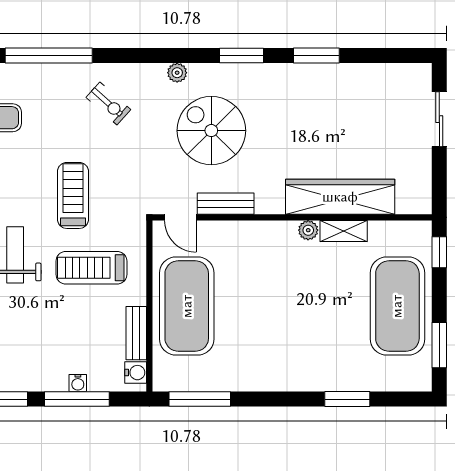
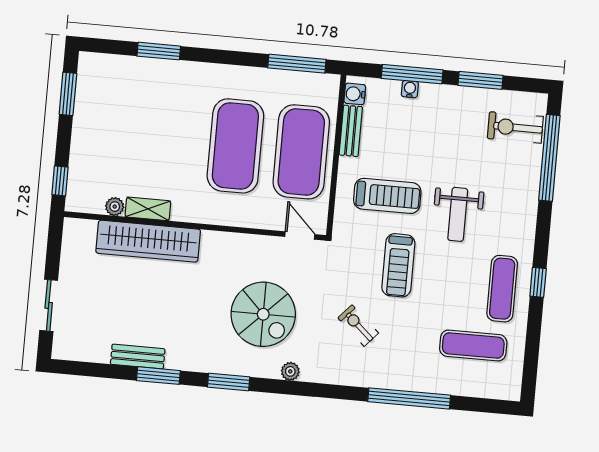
exercise bike: (108, 103) -> (358, 326), moved
bench: (226, 204) -> (138, 357), moved
plant: (308, 230) -> (115, 207), moved
exercise mat: (397, 306) -> (235, 146), moved

